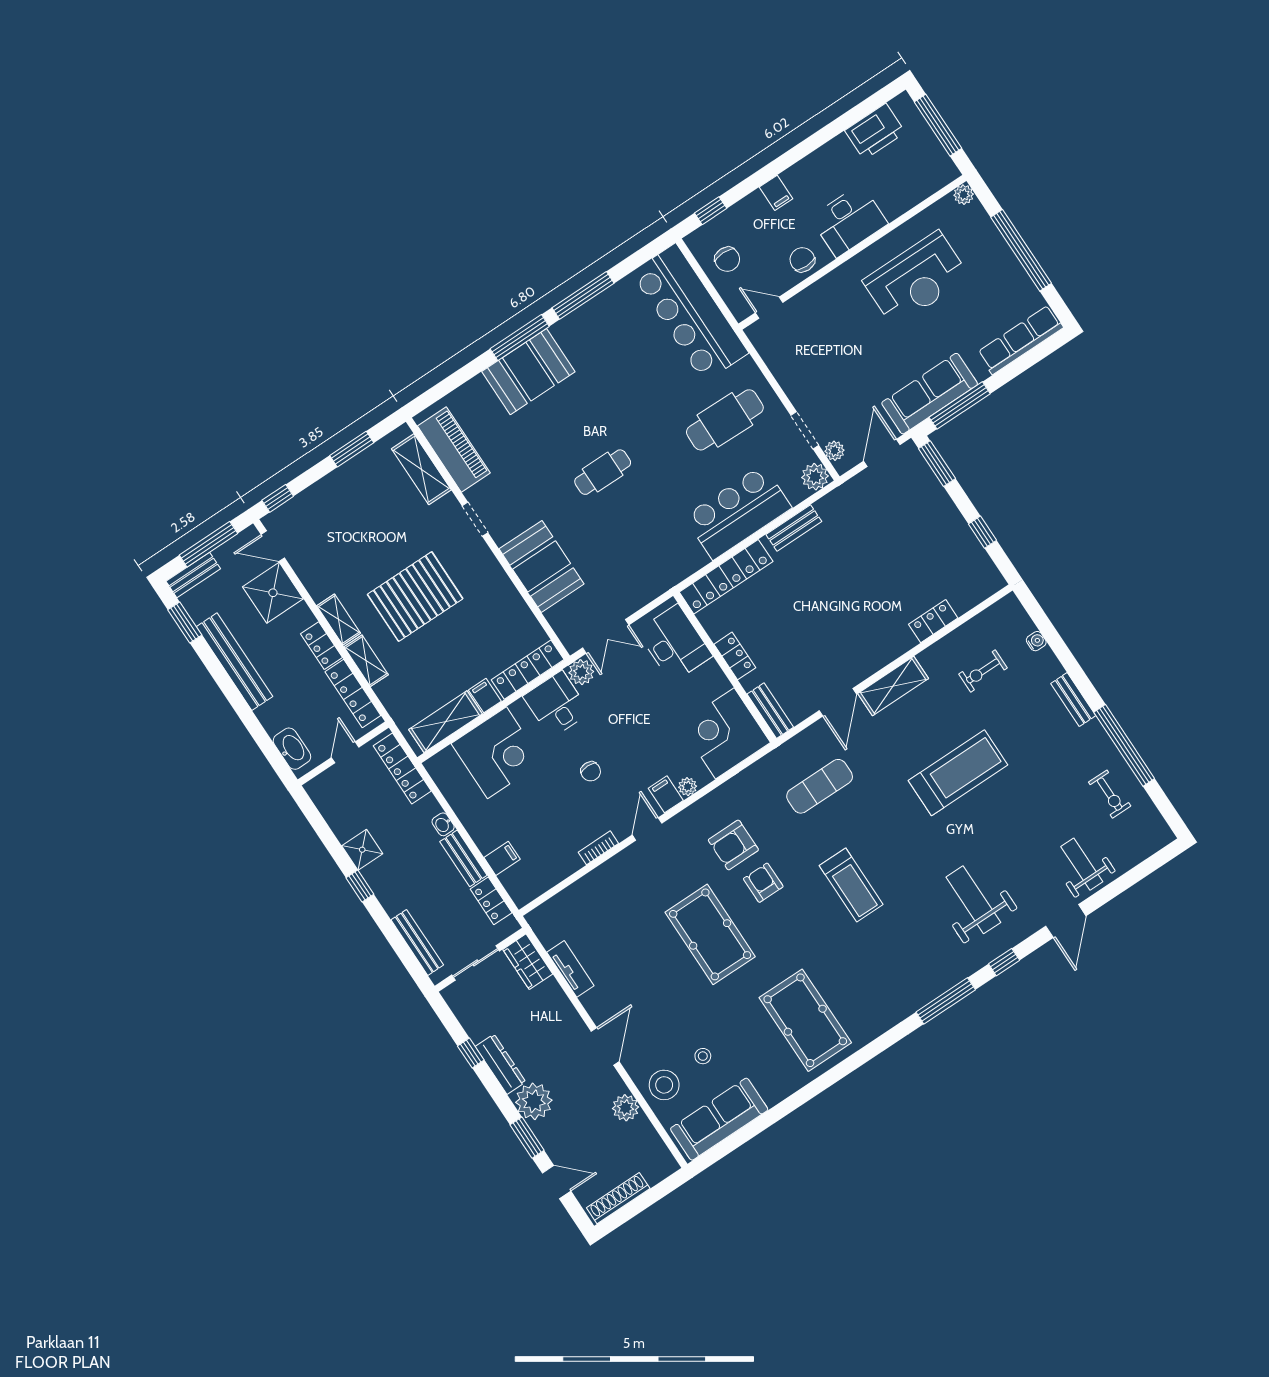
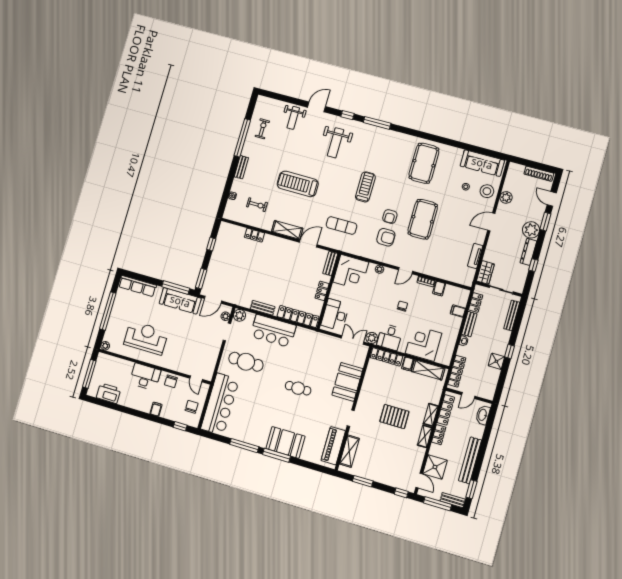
pallet: (415, 597) -> (394, 417), width x0.73, depth x0.71
filing cabinet: (666, 794) -> (439, 289), moved

